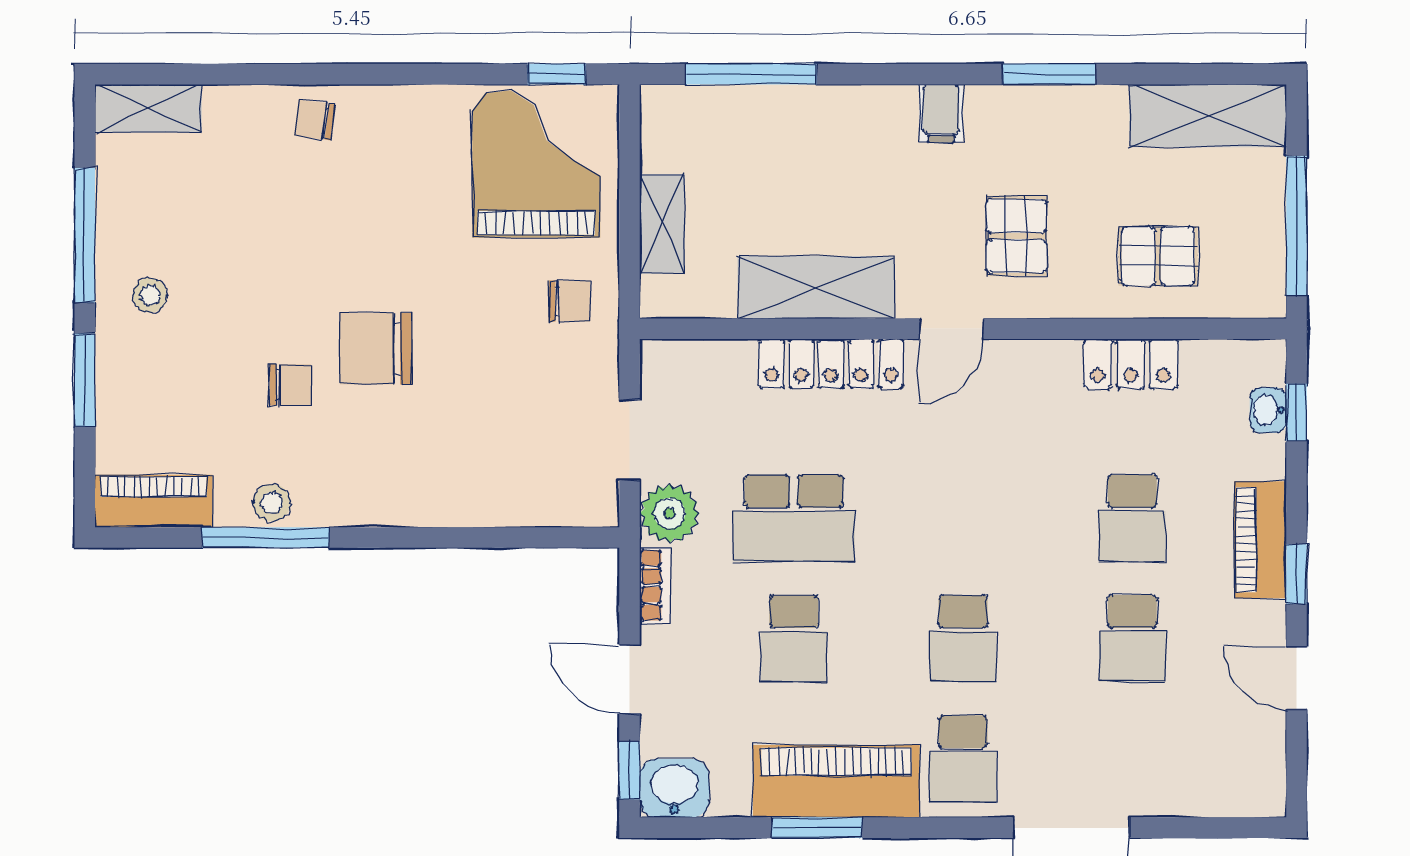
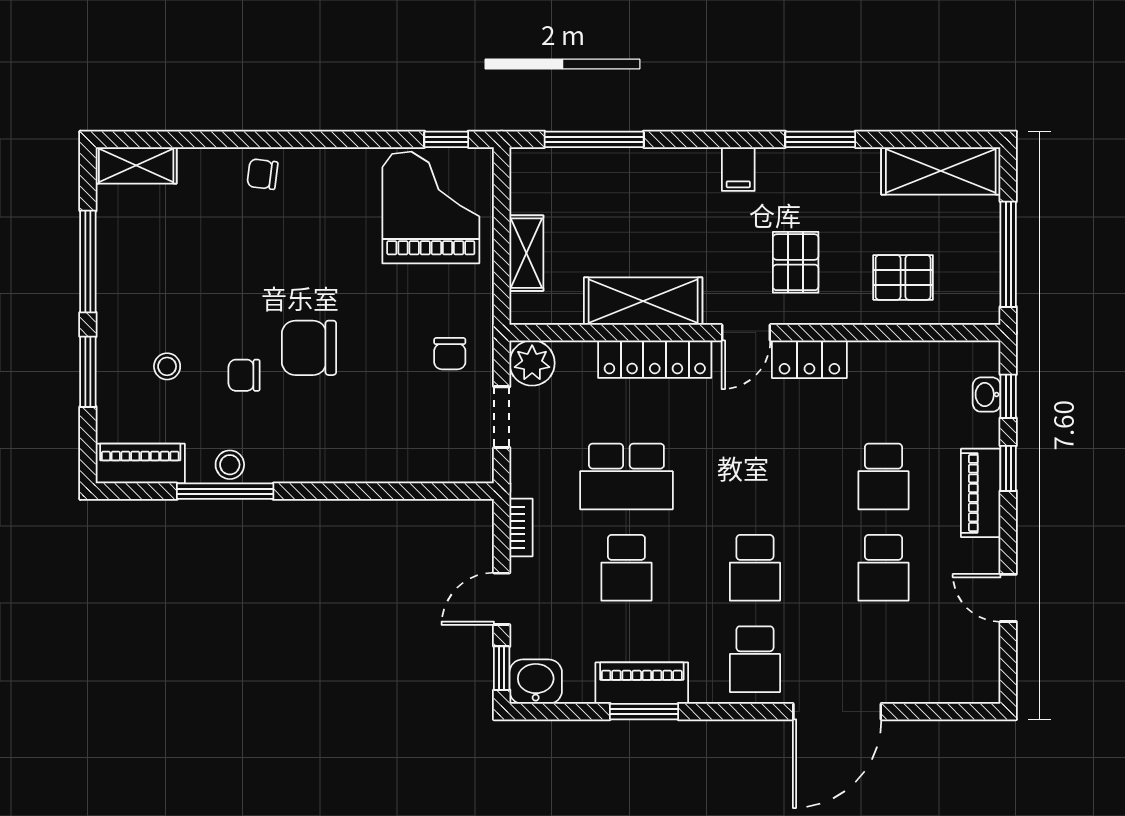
stool: (150, 295) -> (167, 366), moved
chair: (569, 301) -> (450, 354), moved, turned 90
locker: (1131, 364) -> (809, 359), moved
chair: (290, 385) -> (244, 375), turned 180
plant: (670, 513) -> (532, 363), moved
window: (1296, 574) -> (1008, 468), moved
door: (630, 679) -> (502, 599), hinge flipped
piano: (836, 781) -> (642, 683), width x0.73, depth x0.75

